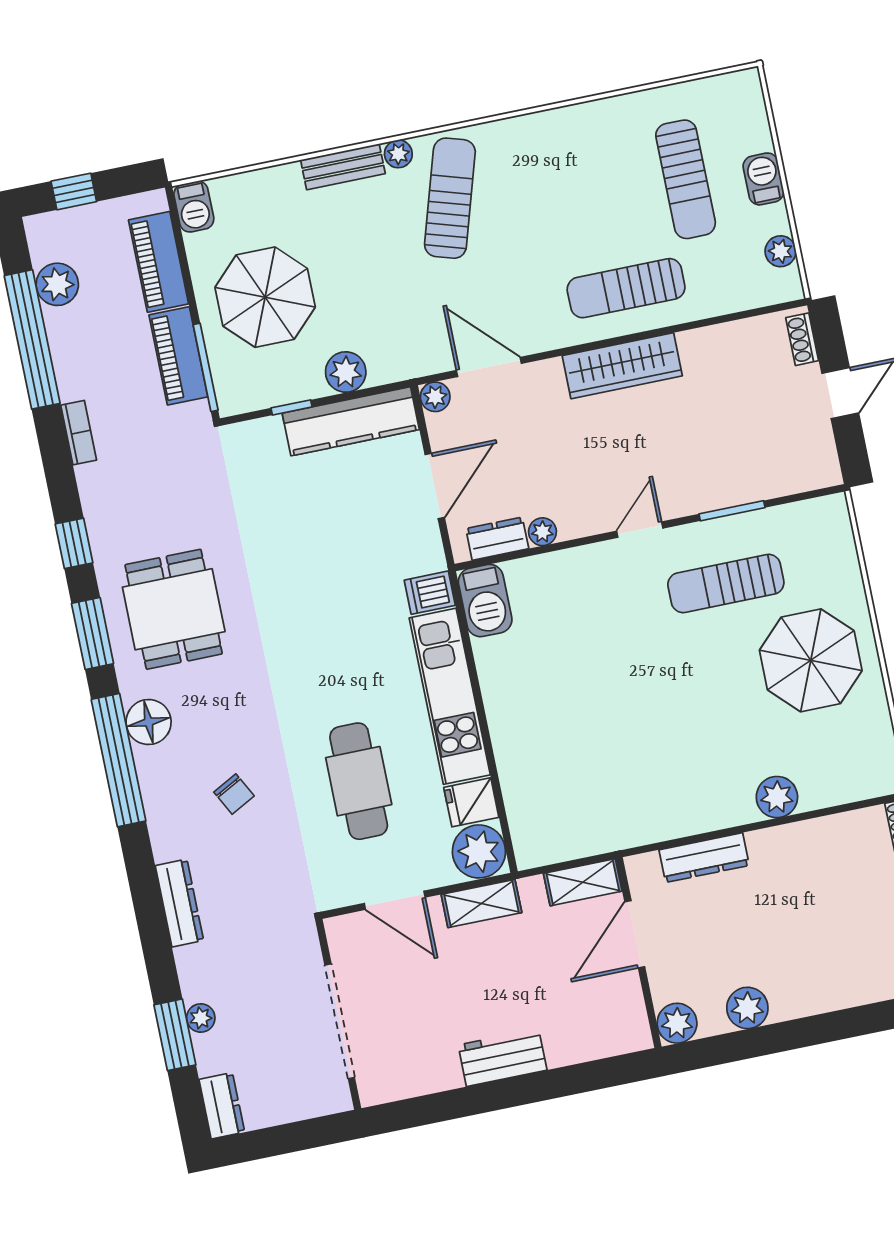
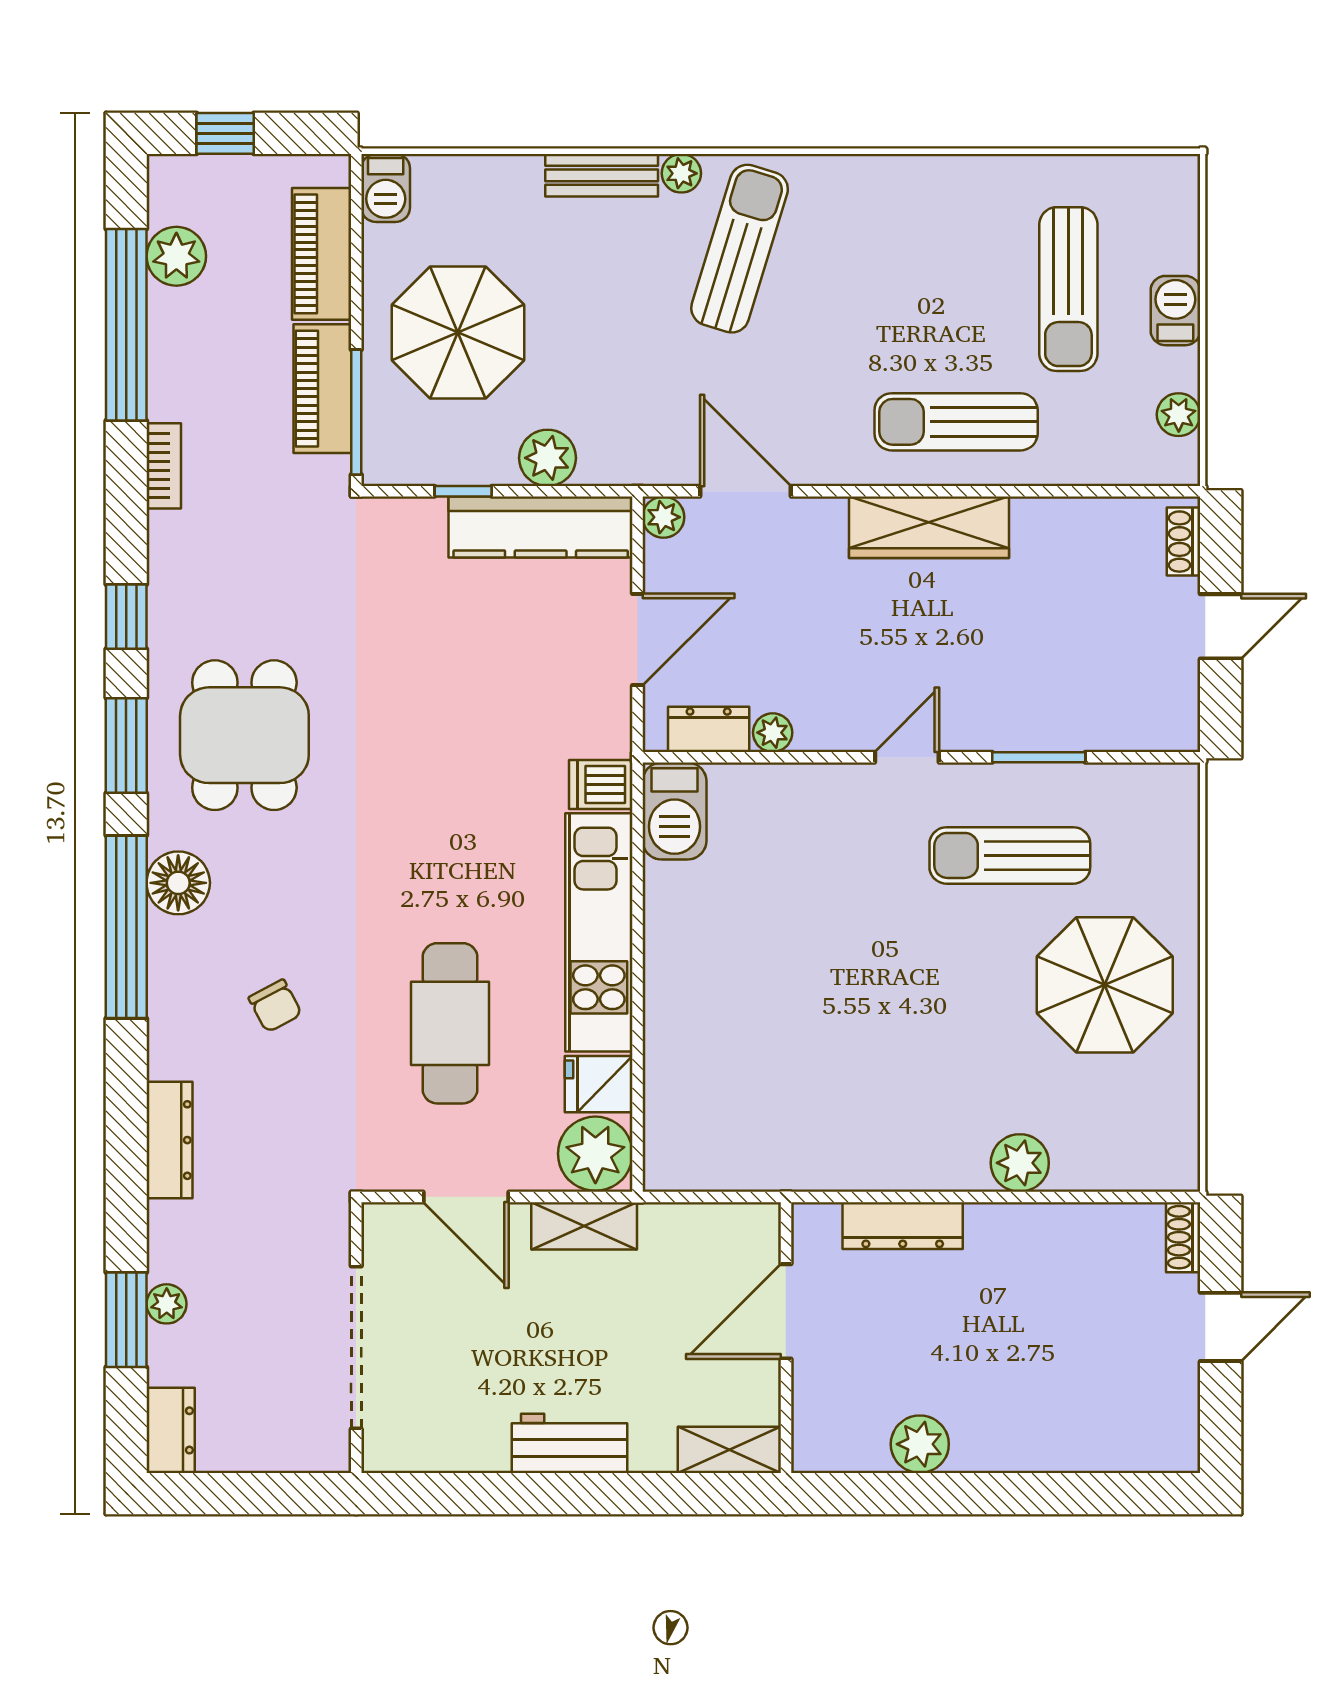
shelving: (583, 882) -> (729, 1450), moved
plant: (677, 1023) -> (819, 1445), removed

